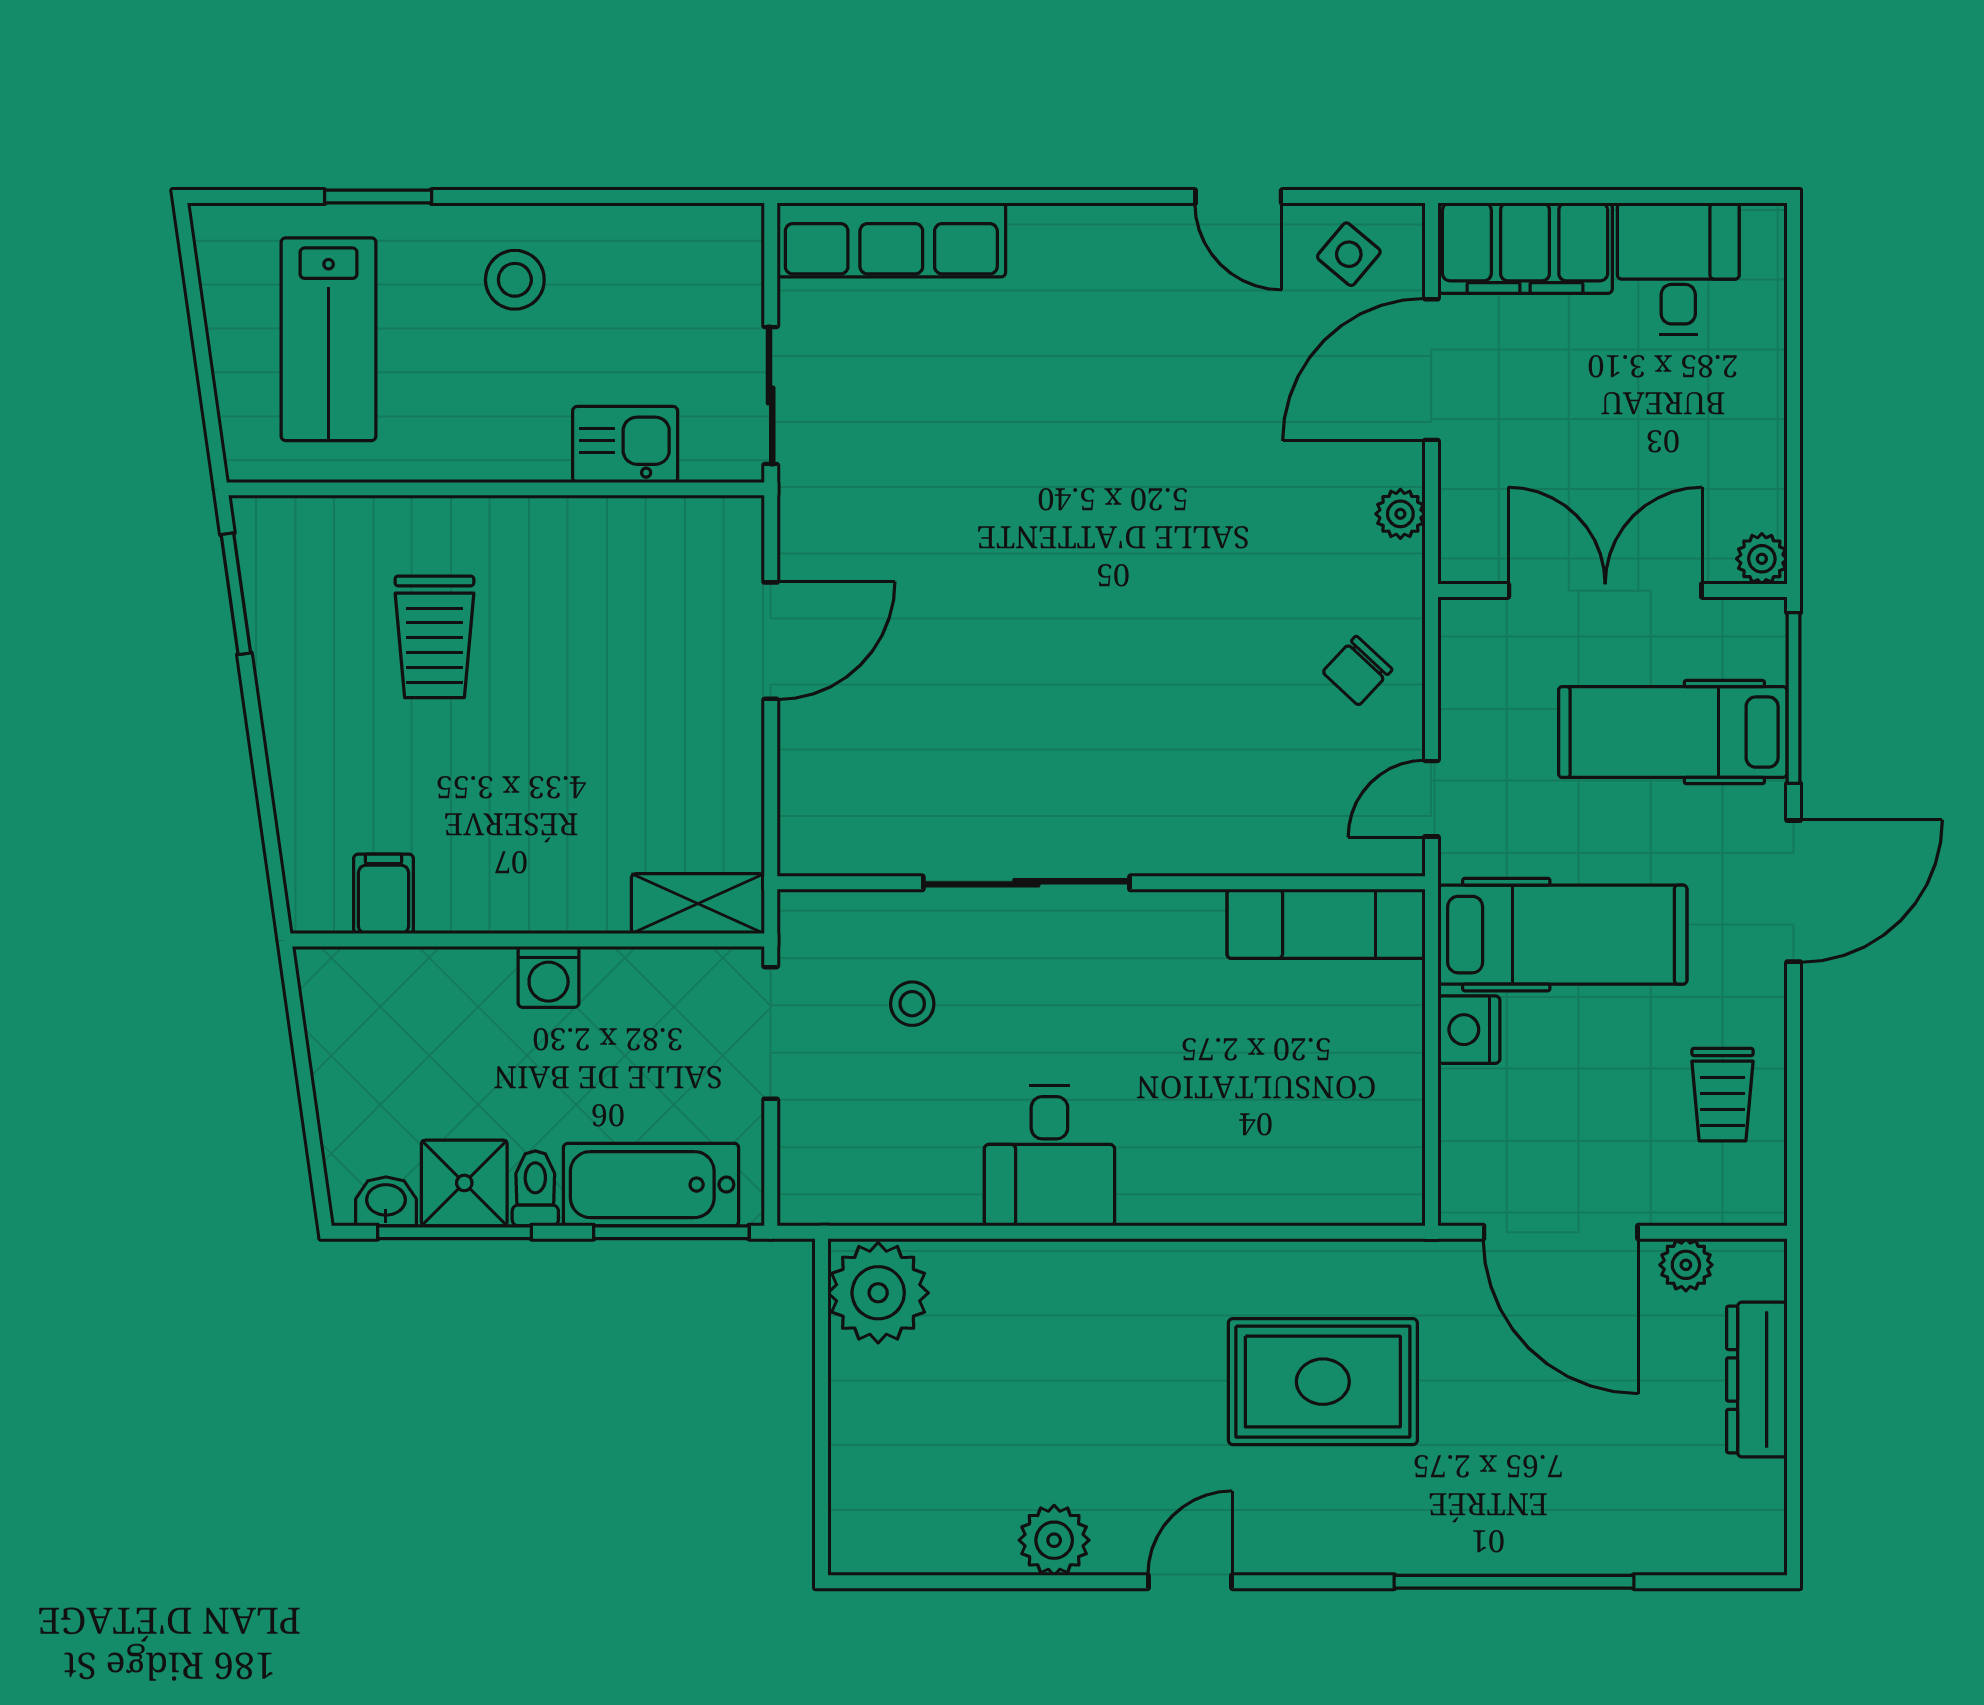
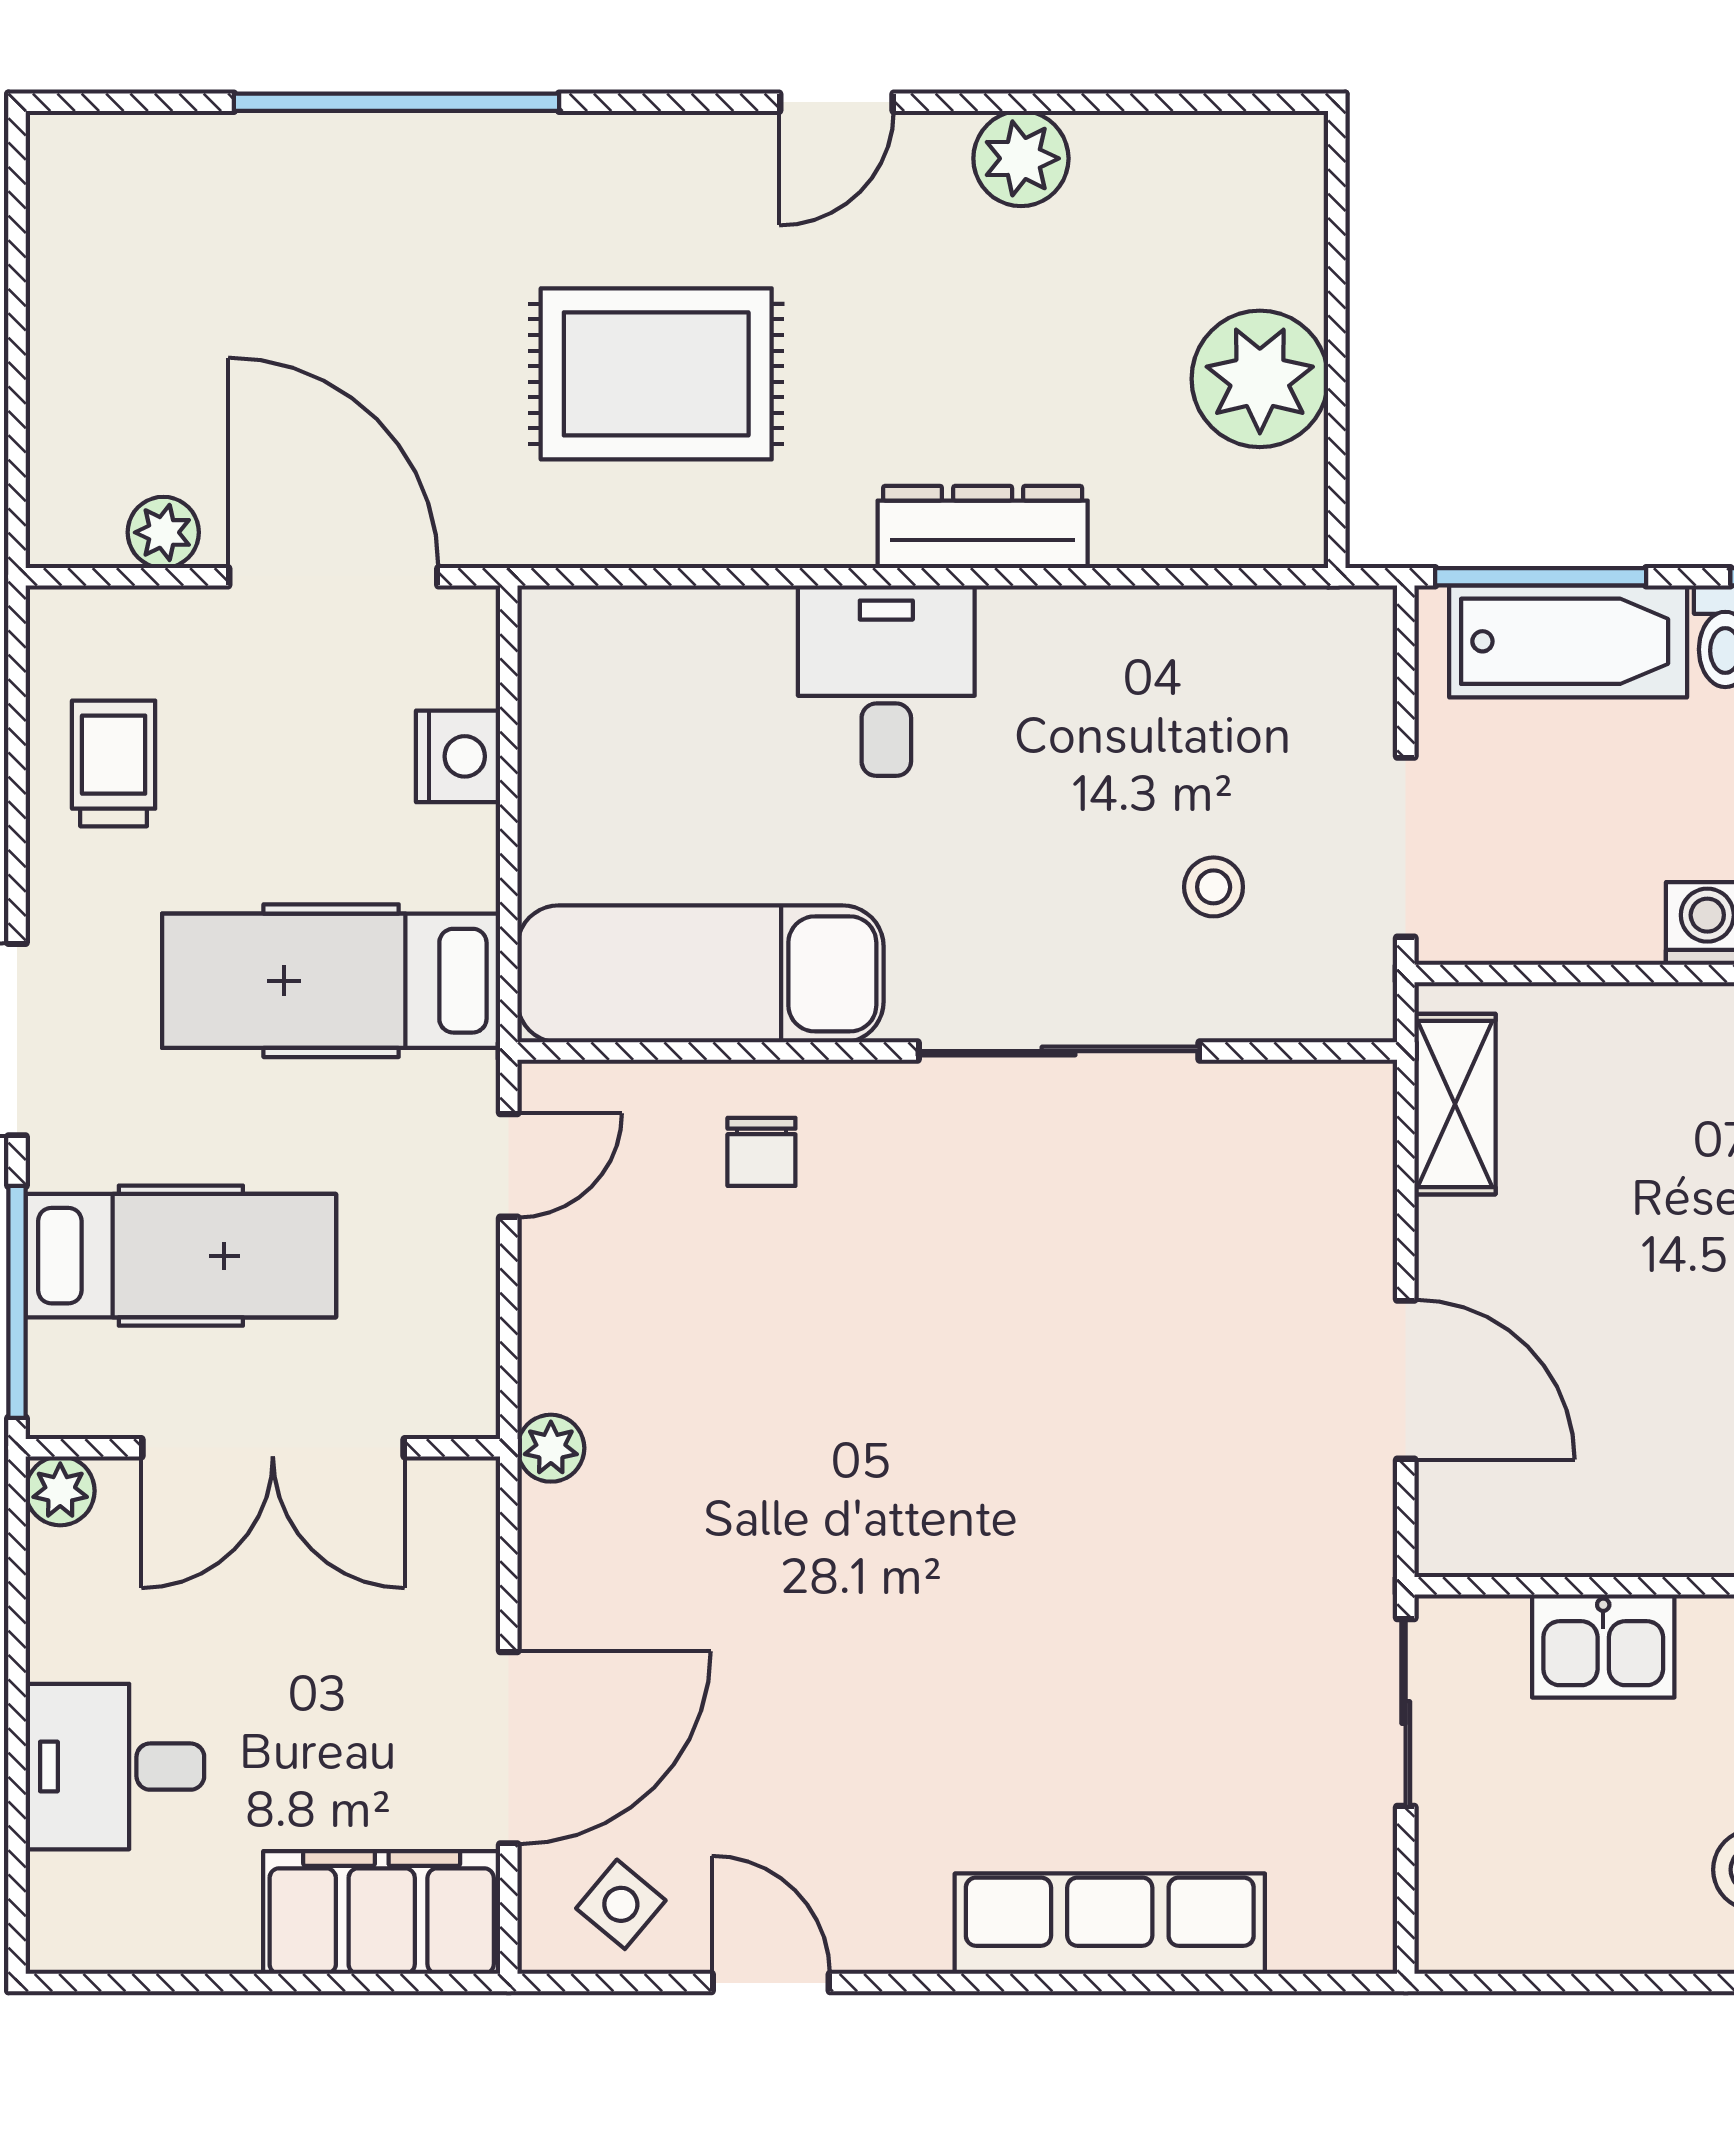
row of seats: (891, 240) -> (1110, 1924), moved
desk: (1678, 269) -> (115, 1767), moved, turned 90
plant: (1400, 514) -> (551, 1448), moved
door: (771, 641) -> (1406, 1380), swing flipped
chair: (1357, 671) -> (761, 1152), moved, turned 137
shelving: (698, 904) -> (1455, 1104), moved, turned 90
exam couch: (1326, 924) -> (701, 974), width x1.36, depth x1.45
nightstand: (1469, 1030) -> (458, 756), moved
desk: (1049, 1156) -> (886, 681), moved
plant: (878, 1293) -> (1260, 379), moved
dresser: (1757, 1379) -> (983, 527), moved, turned -90

